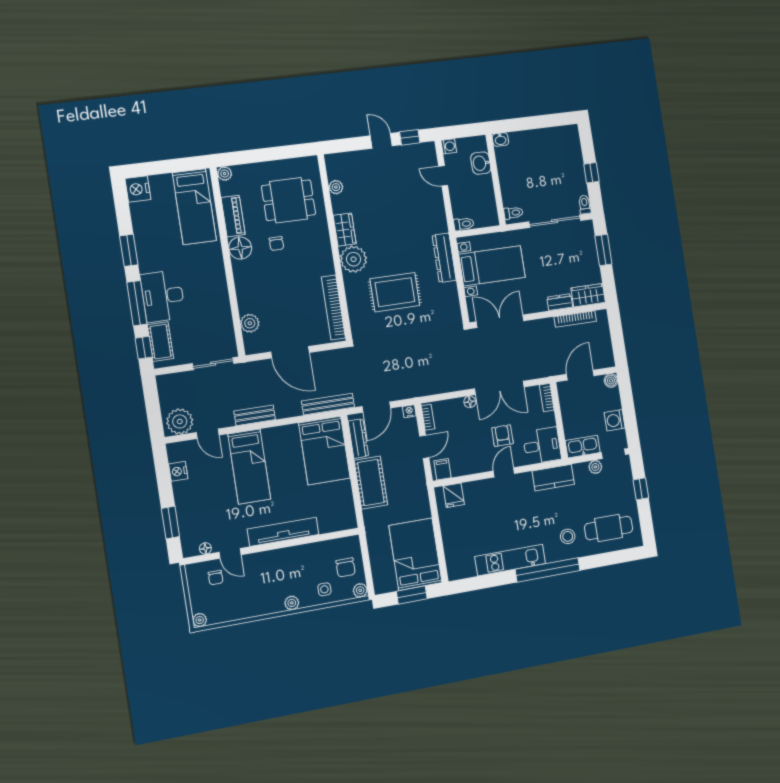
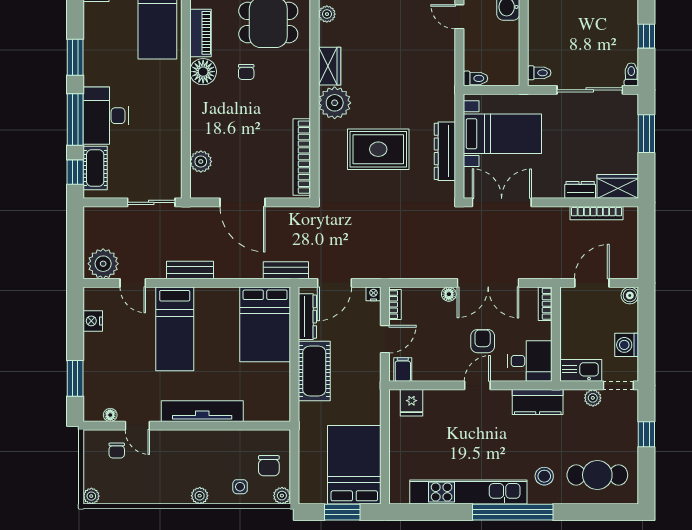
dresser: (444, 258) -> (445, 151), moved
bench: (328, 404) -> (286, 270), width x0.73
kitchen unit: (510, 560) -> (468, 492), width x1.36

